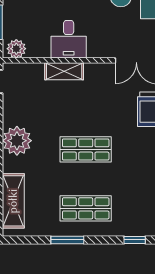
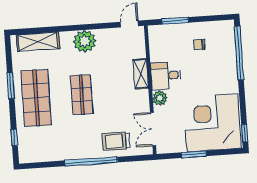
plant: (16, 49) -> (160, 98), moved
shop shelf: (86, 208) -> (36, 98), width x1.43, depth x1.36

